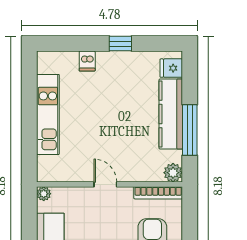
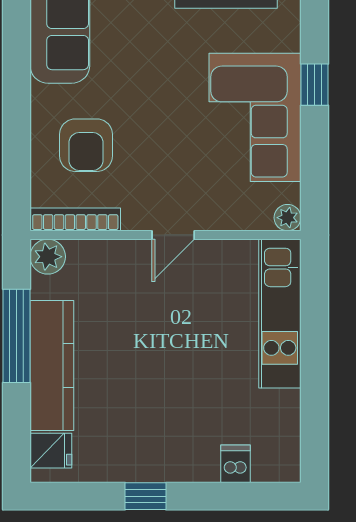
dishwasher: (87, 61) -> (236, 464), moved
kitchen unit: (48, 114) -> (280, 314), moved
door: (105, 184) -> (173, 235), hinge flipped

